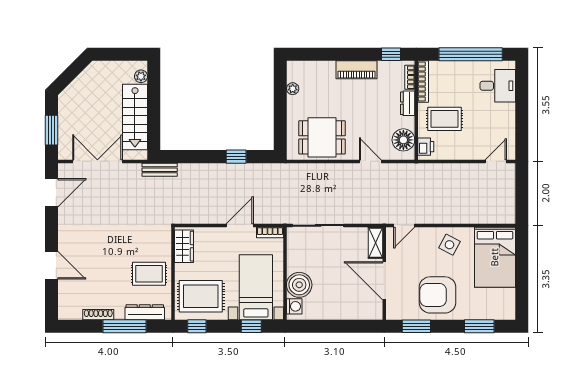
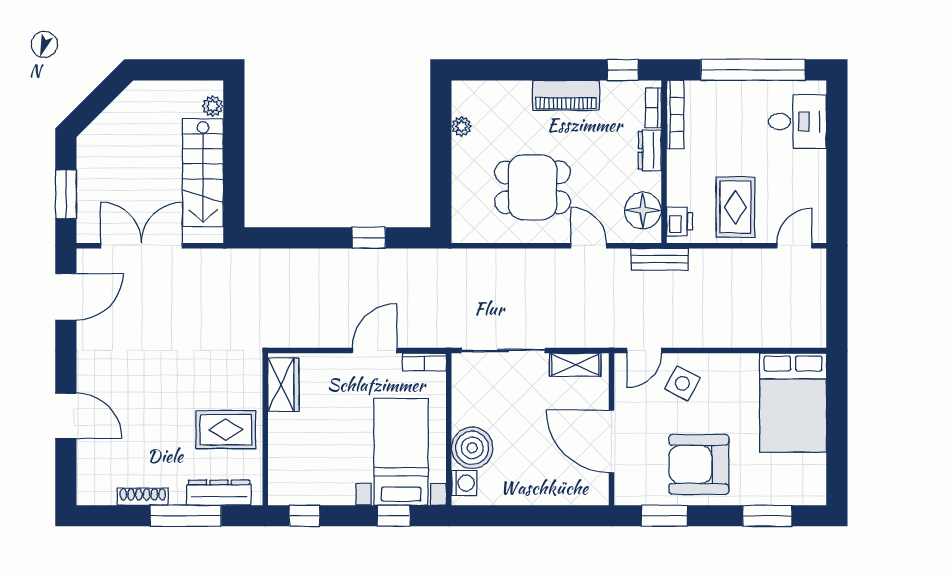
rug: (444, 119) -> (735, 207), moved, turned 90
dining table: (322, 137) -> (533, 187), moved
bench: (160, 170) -> (660, 259), moved
shelving: (376, 243) -> (575, 365), moved, turned 90
side table: (449, 245) -> (682, 383), moved
rug: (201, 296) -> (311, 467), removed

